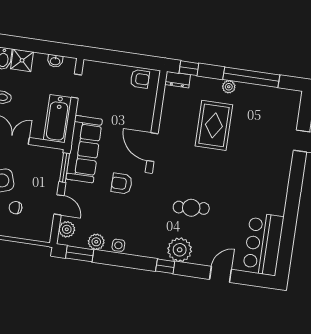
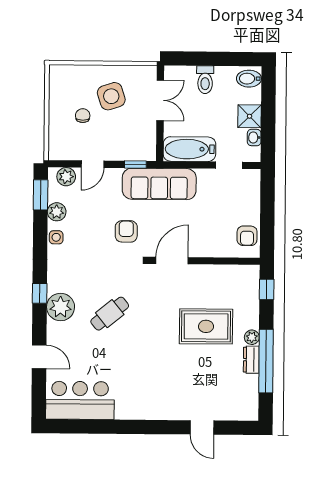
shower: (22, 60) -> (250, 116), moved
dresser: (178, 80) -> (251, 360), moved
window: (64, 168) -> (135, 164), width x0.67
cafe table: (191, 208) -> (110, 314), turned 56

